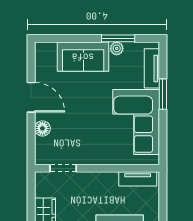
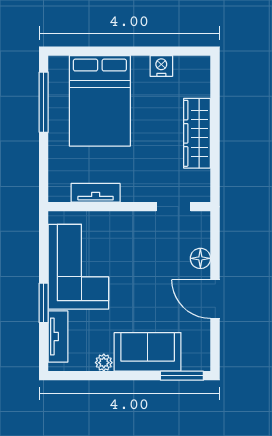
window: (118, 38) -> (182, 376), moved
tv unit: (138, 179) -> (96, 193), moved

